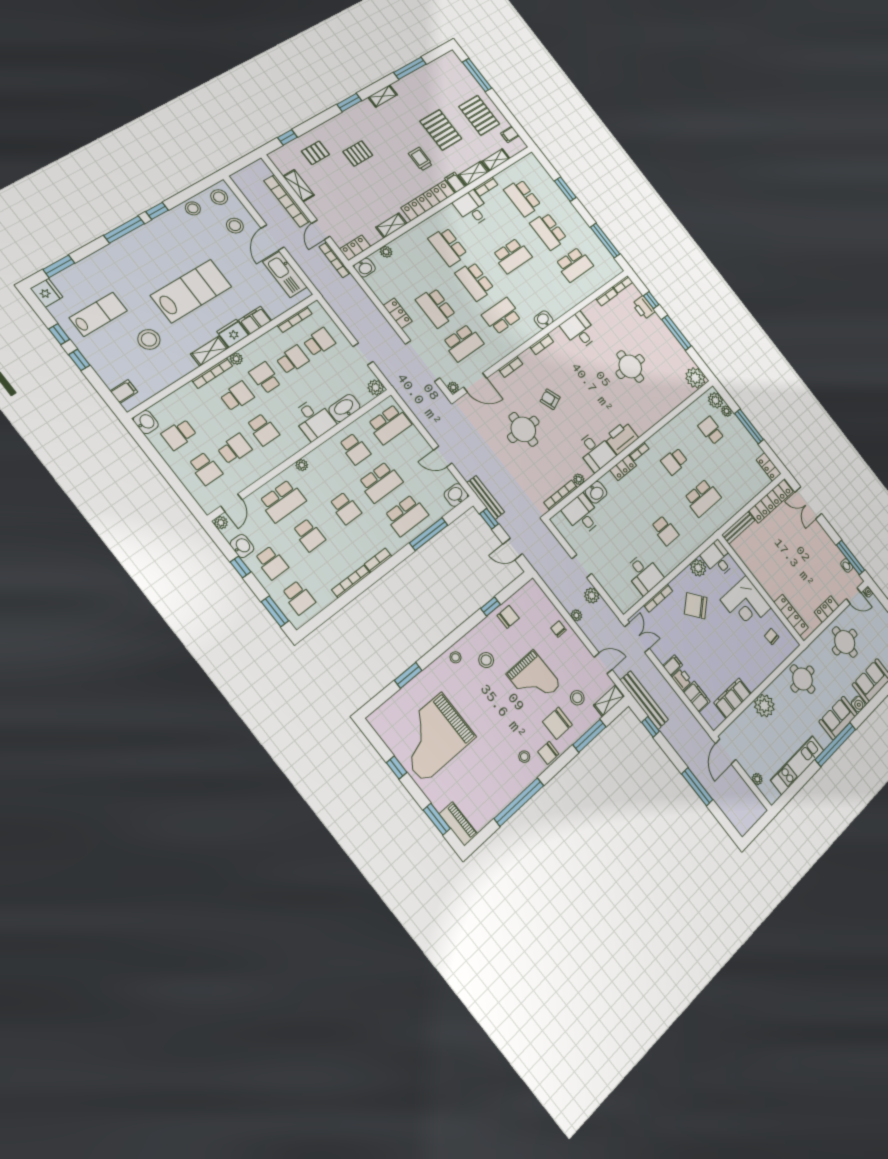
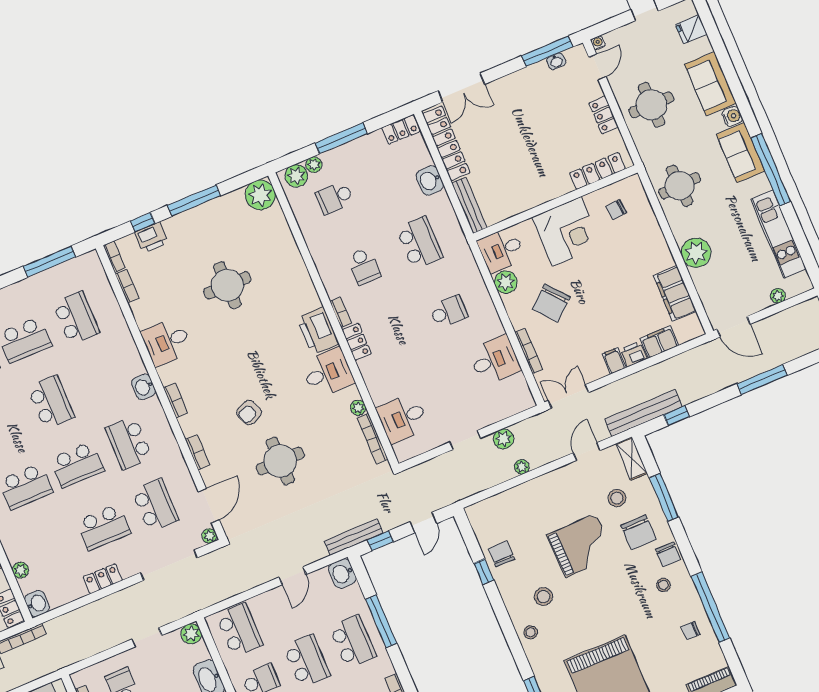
washbasin: (596, 492) -> (430, 180), moved, turned 180
chair: (558, 629) -> (691, 631), moved

